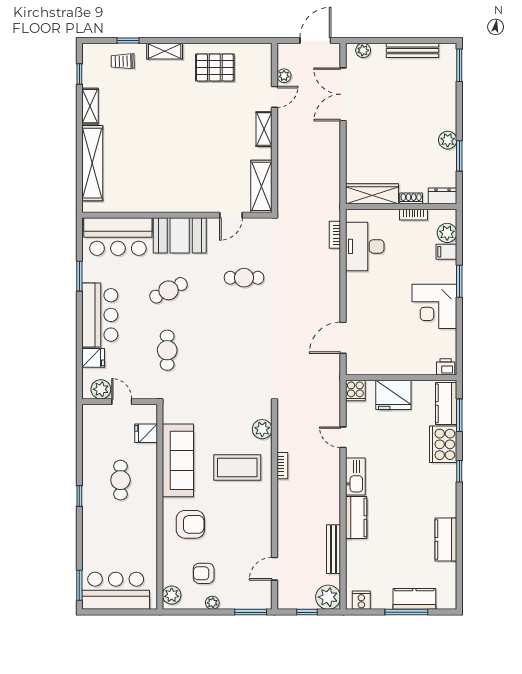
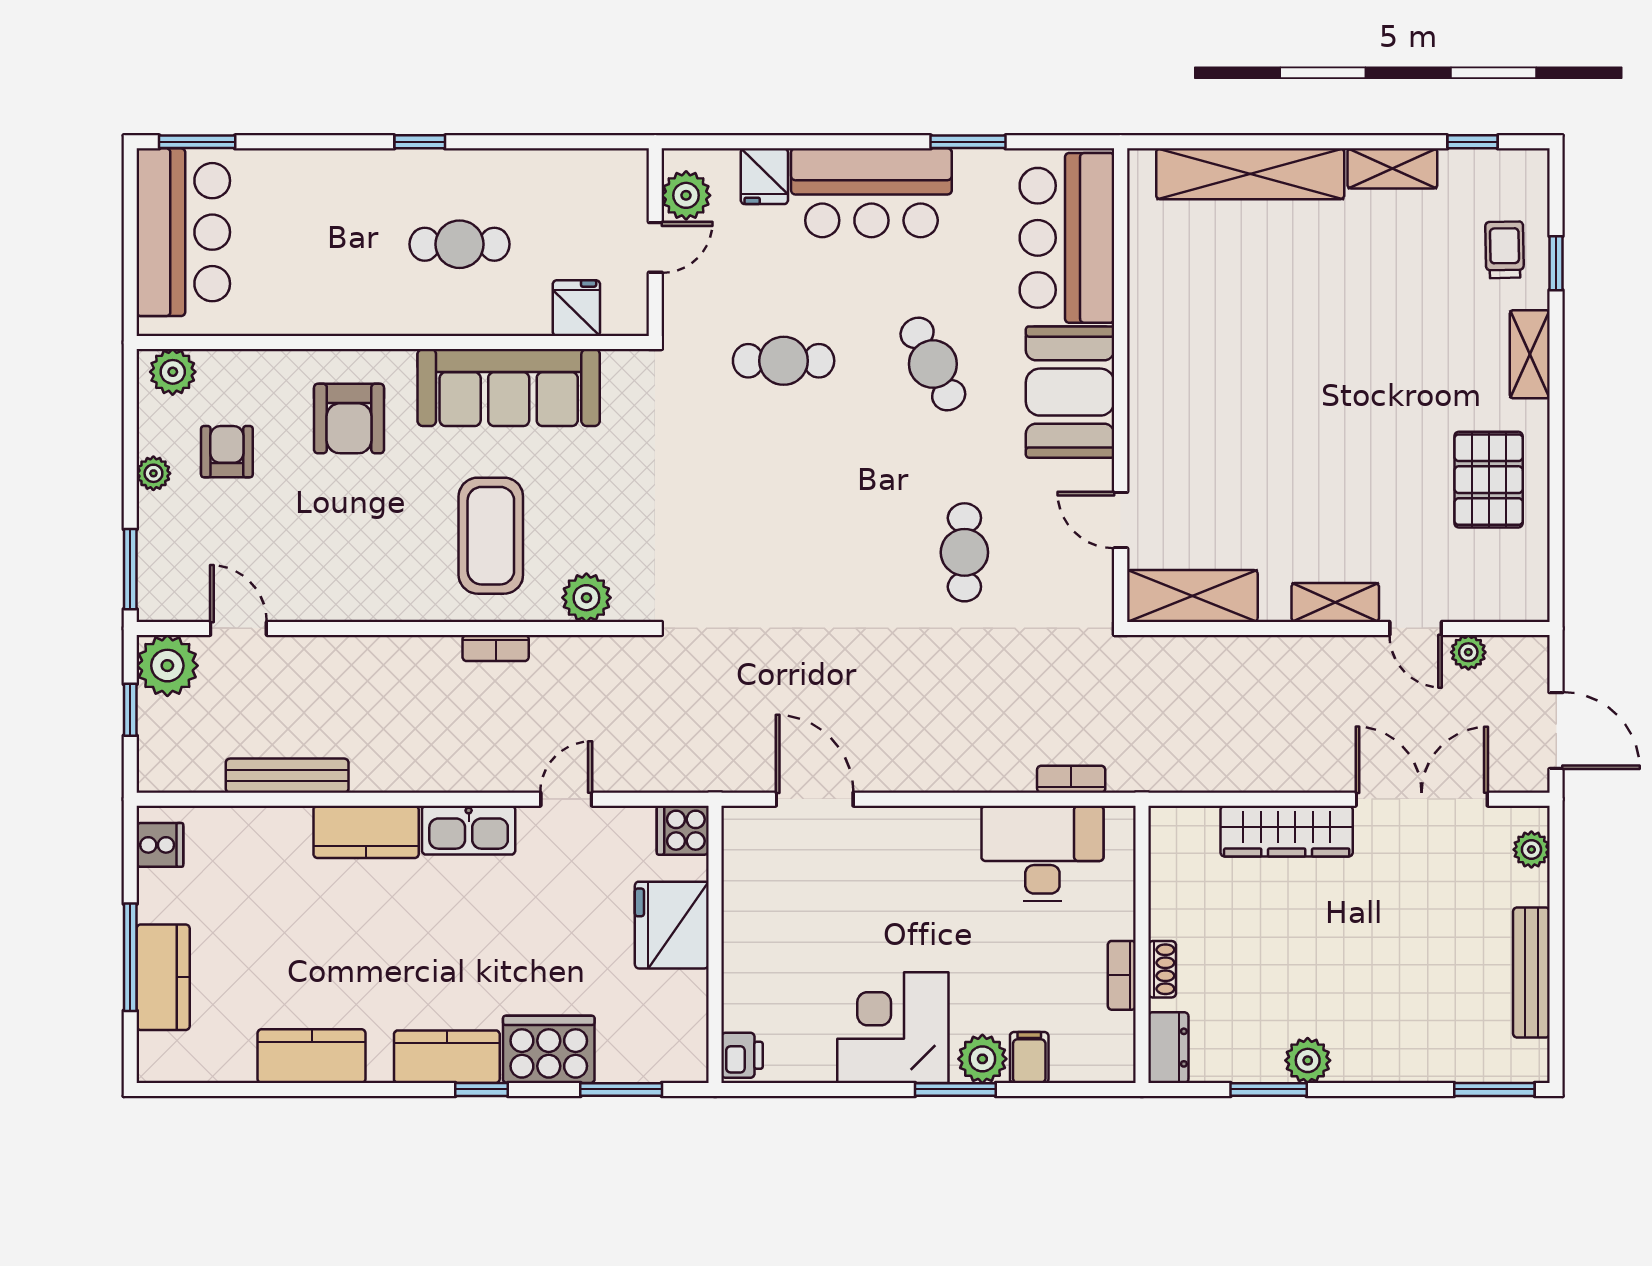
wardrobe: (372, 194) -> (1287, 831), moved, turned 90
plant: (447, 233) -> (982, 1059), moved
kitchen counter: (446, 403) -> (447, 1057), moved
plant: (328, 597) -> (167, 666), moved

